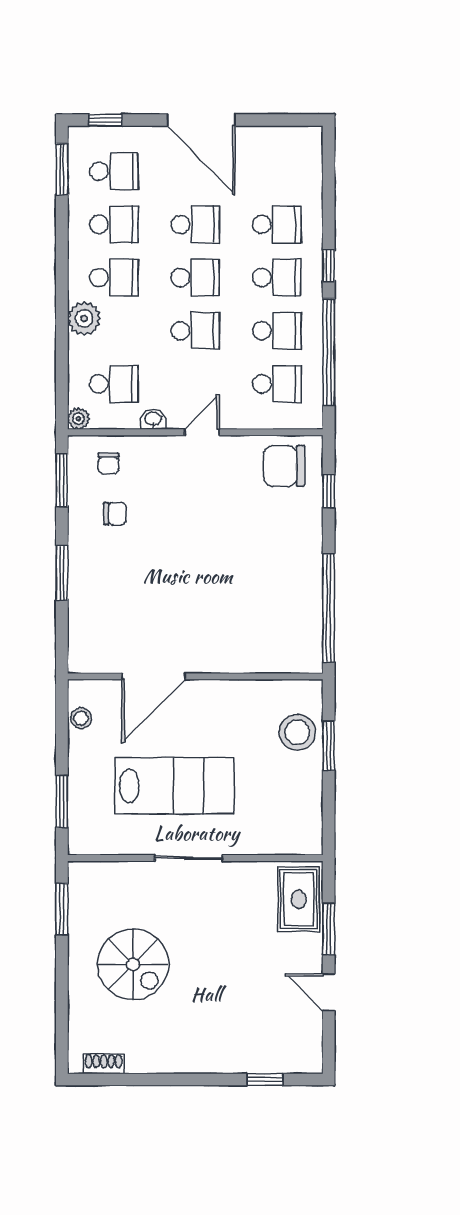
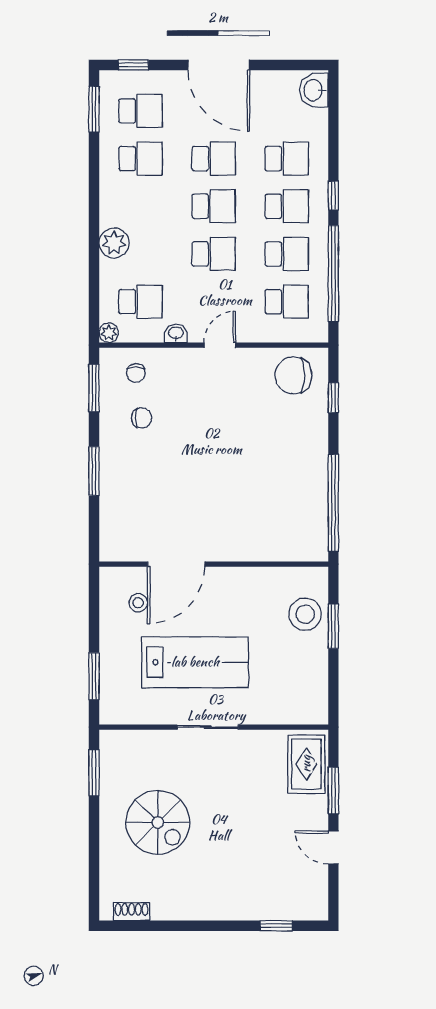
washbasin: (307, 148) -> (314, 90), added
school desk: (114, 278) -> (141, 206), removed
stool: (81, 718) -> (138, 603), moved

